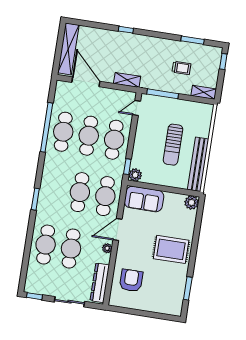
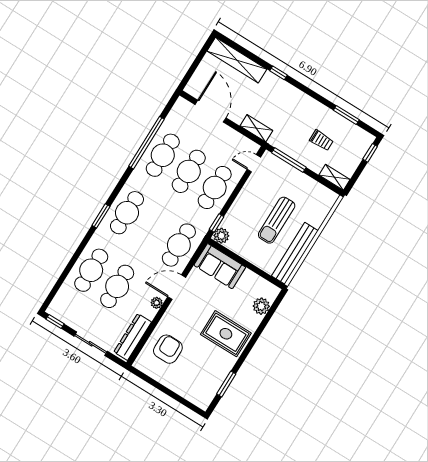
shelving: (68, 49) -> (237, 60), moved, turned 90
cafe table: (80, 192) -> (127, 213), moved
plant: (192, 203) -> (261, 306), moved

